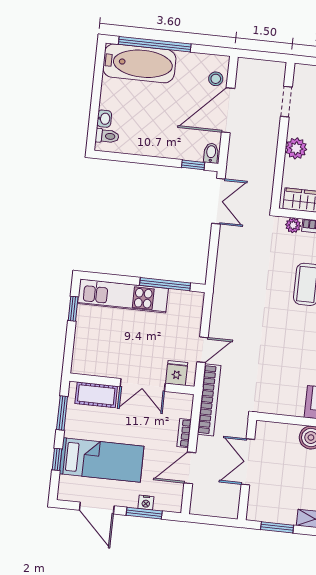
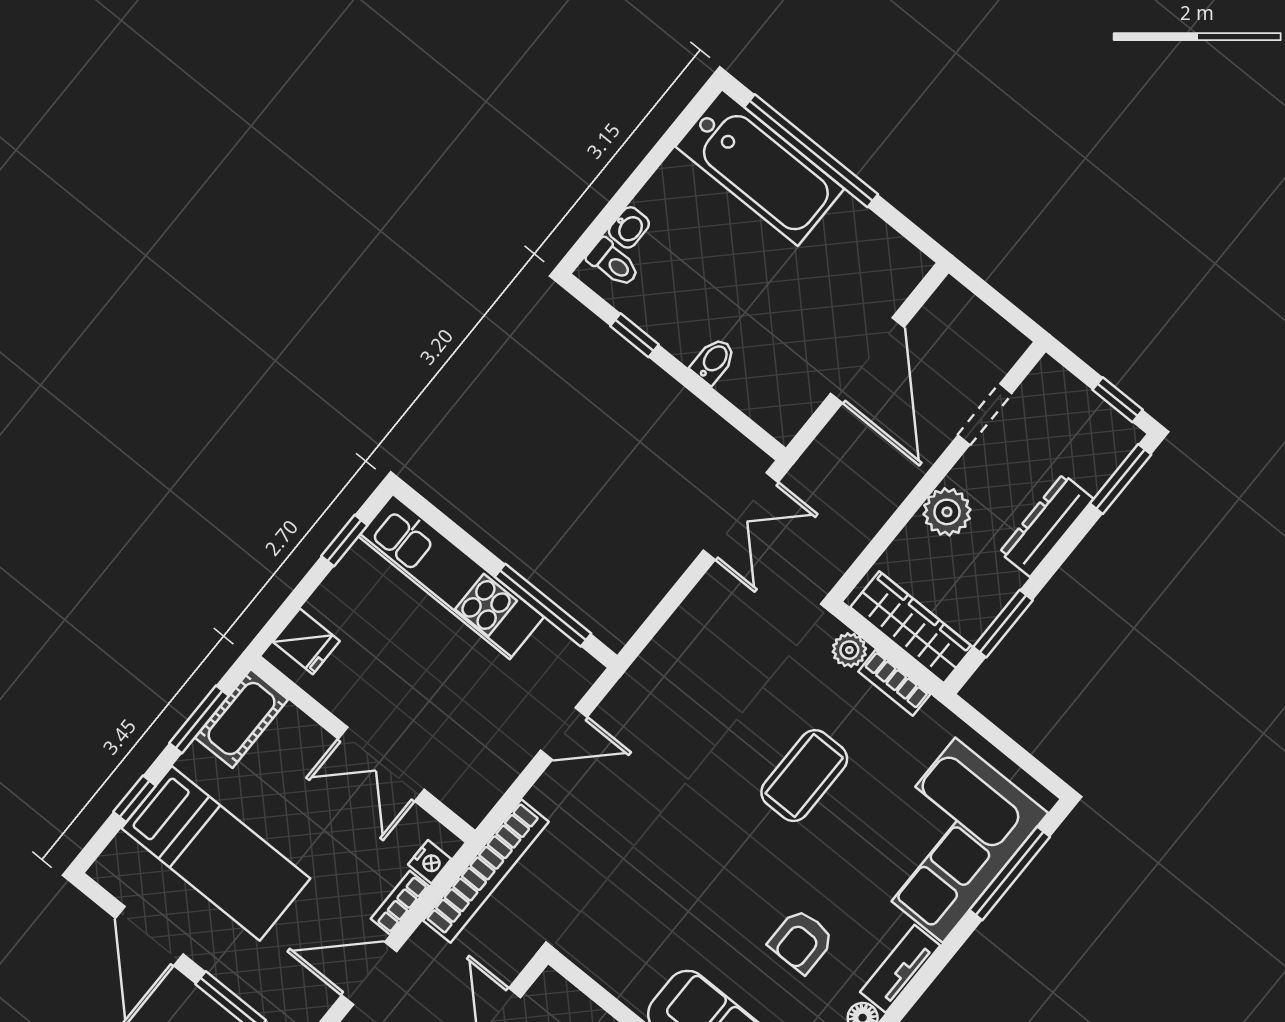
stool: (216, 79) -> (882, 288), removed
door: (228, 110) -> (867, 360), swing flipped
bidet: (211, 153) -> (713, 361), moved
window: (193, 165) -> (634, 335), moved
door: (203, 350) -> (564, 734), moved
fridge: (177, 373) -> (306, 641), moved, turned 90
cot: (96, 395) -> (242, 719), moved, turned 90
nightstand: (146, 503) -> (430, 862), moved, turned -90

